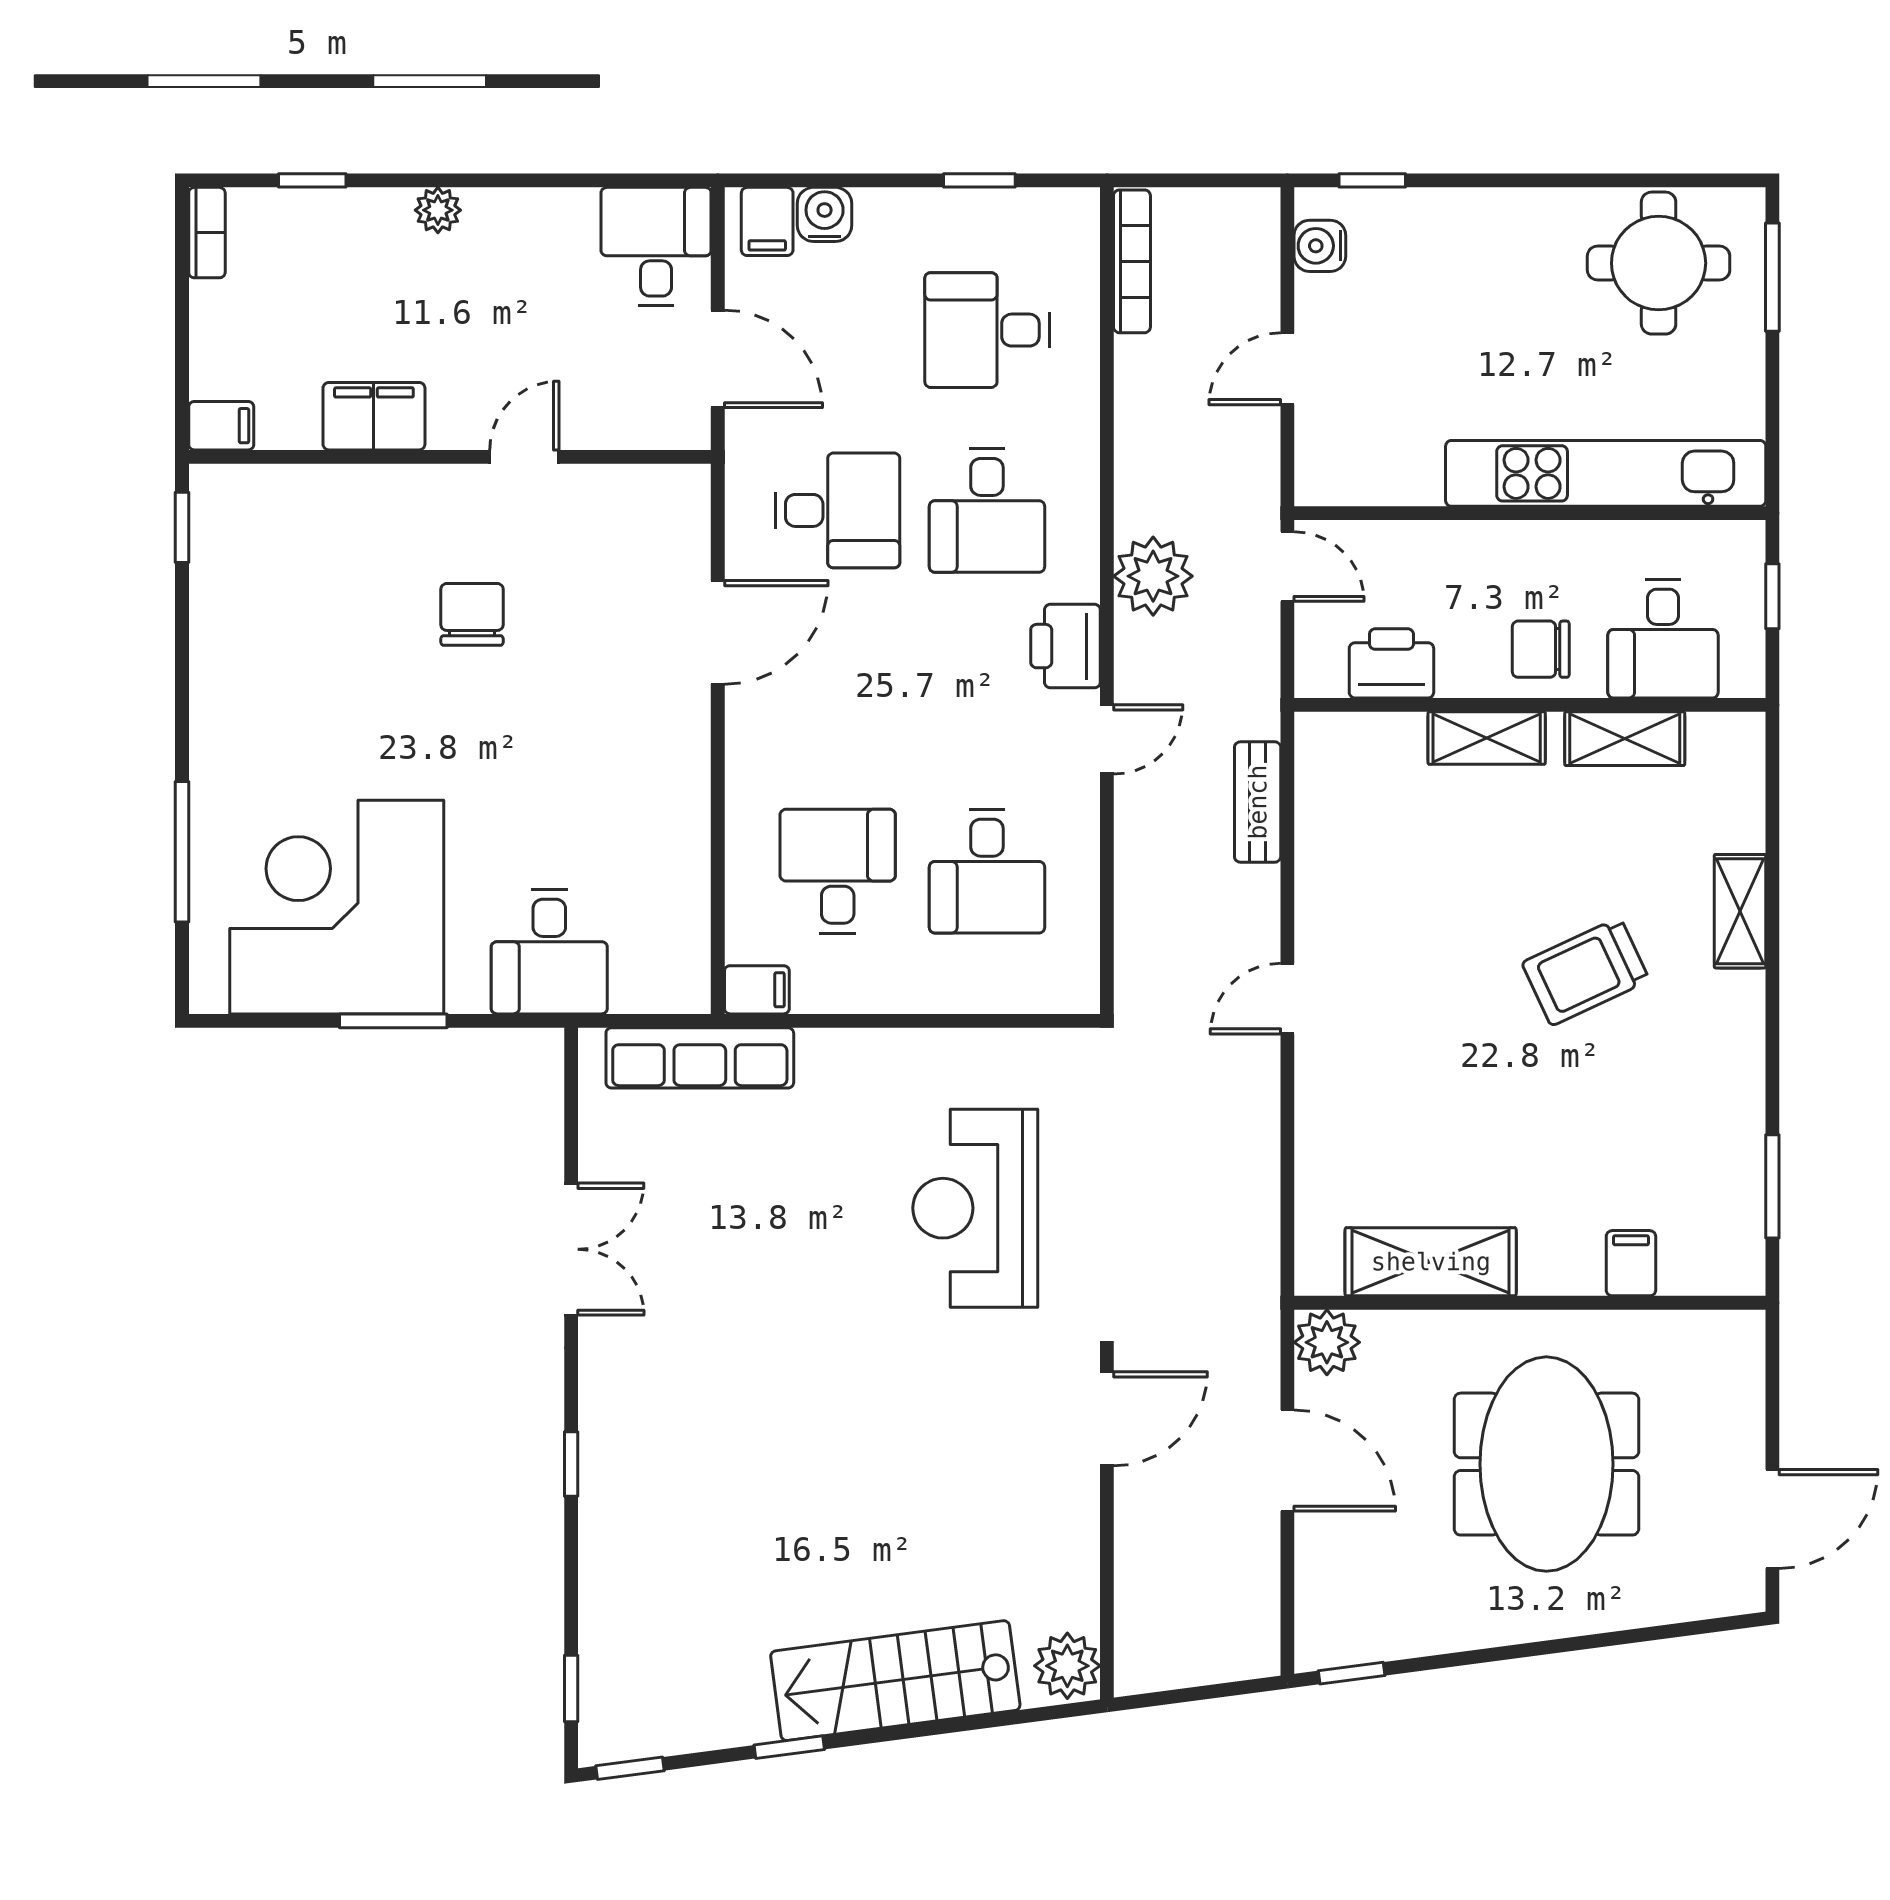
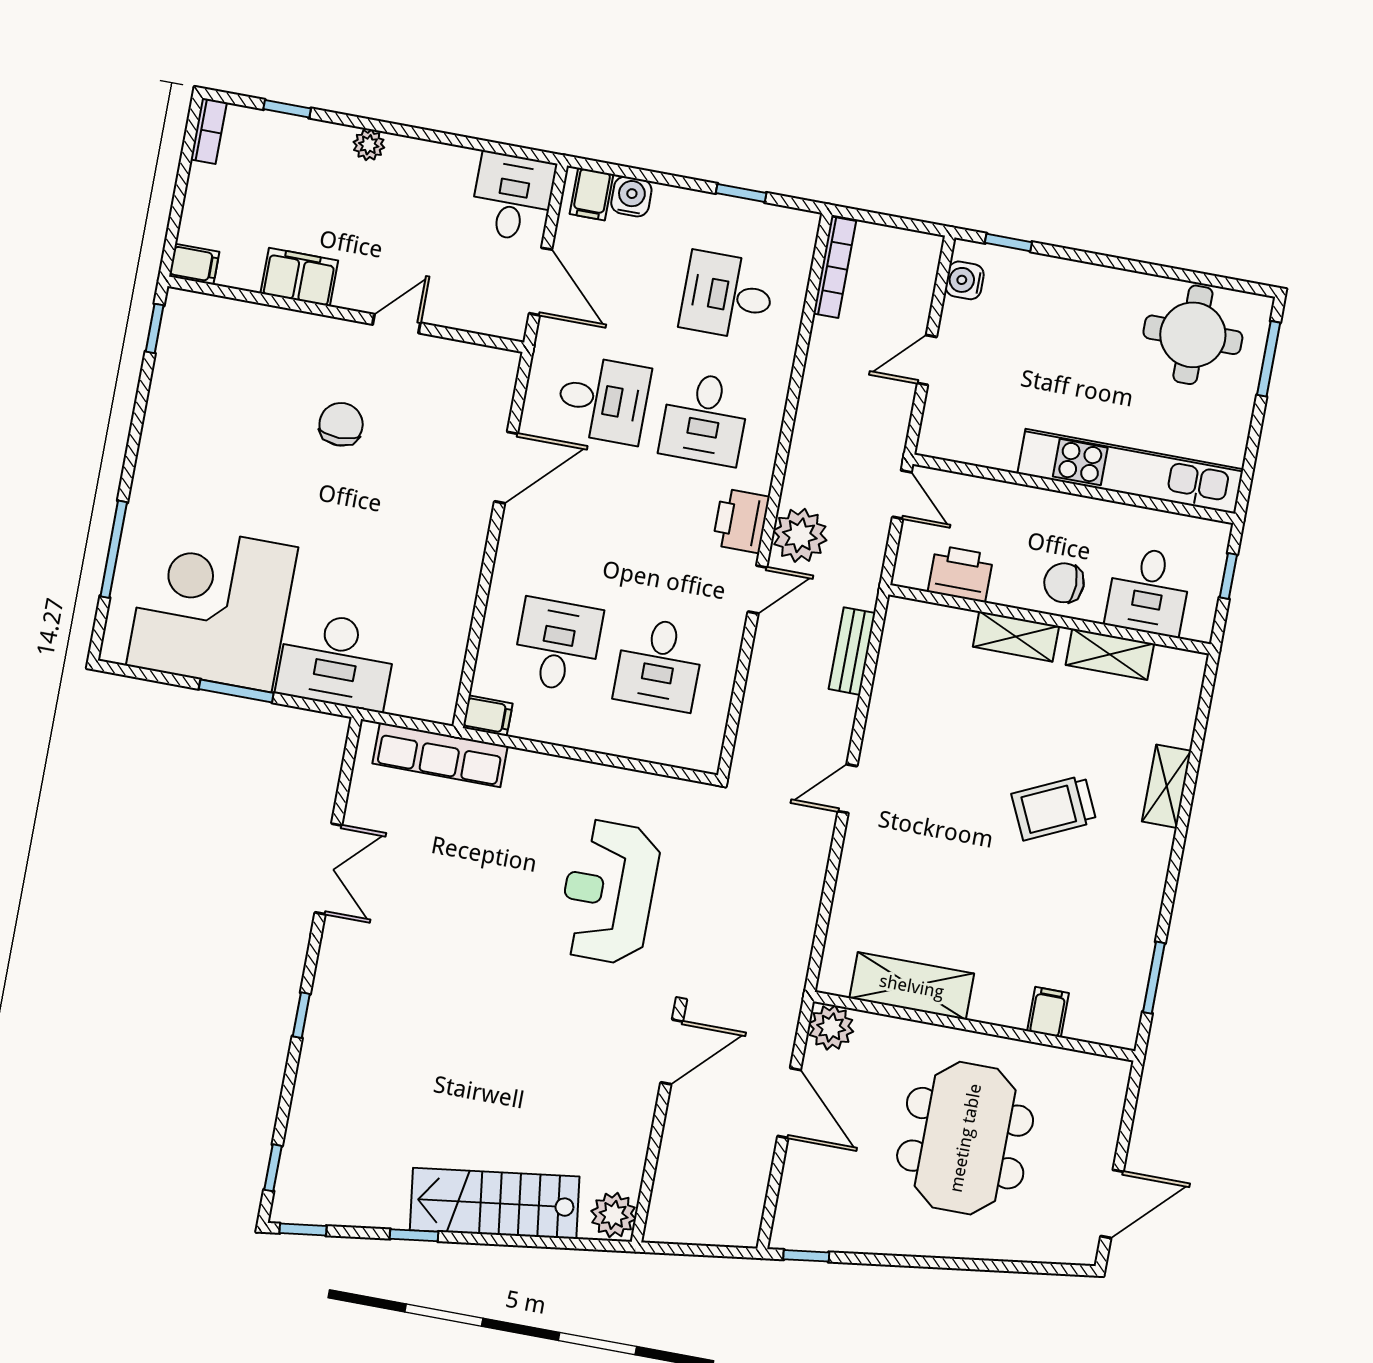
plant: (1153, 576) -> (800, 535), moved
desk: (549, 952) -> (336, 661), width x1.37

